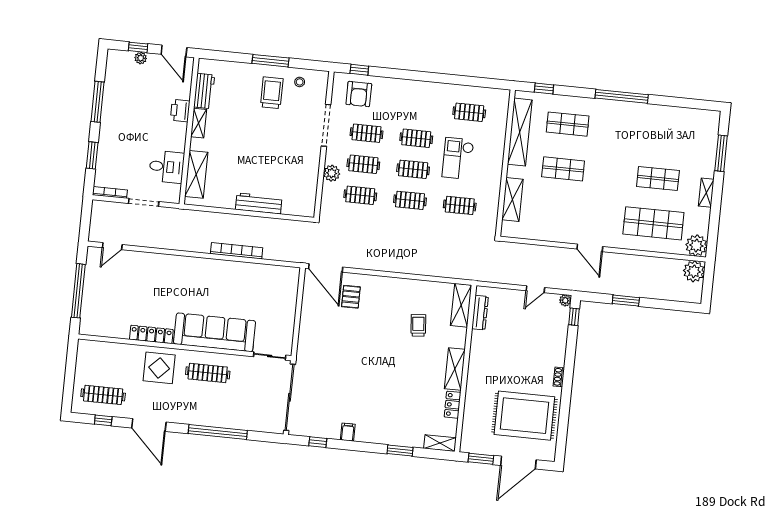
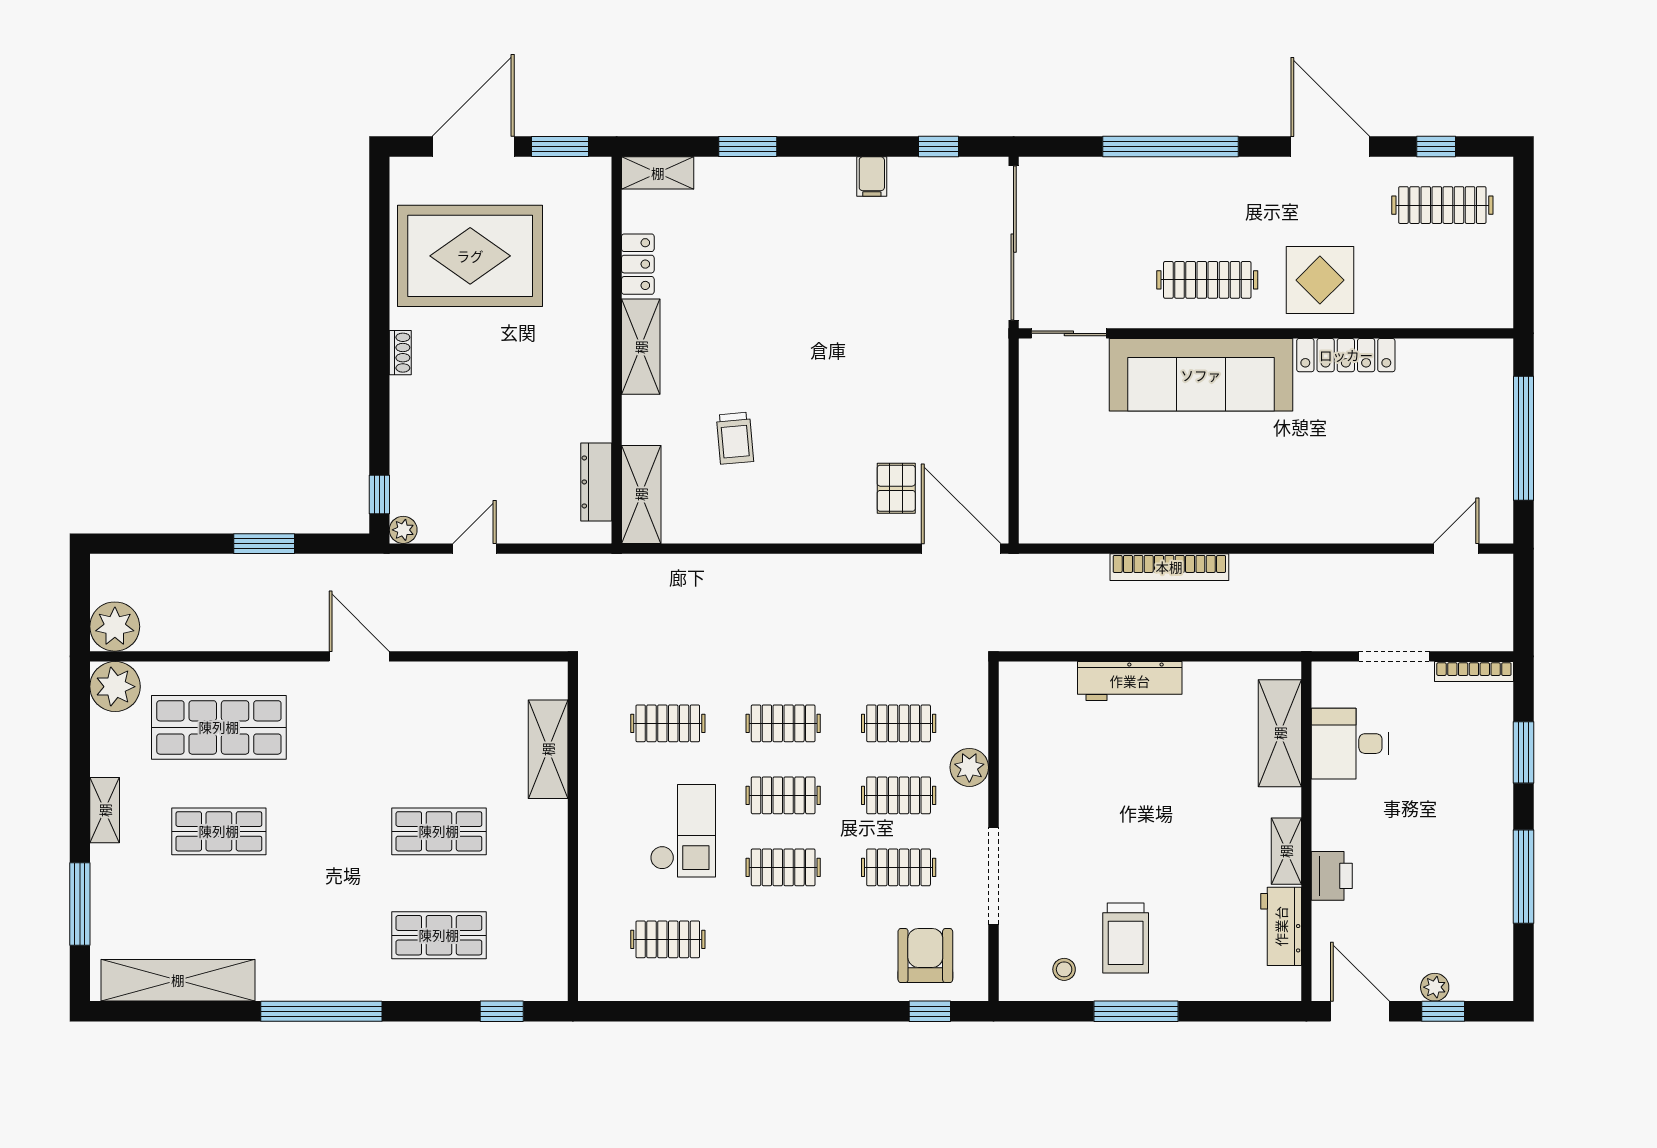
shelving: (520, 132) -> (178, 980), moved, turned 90

